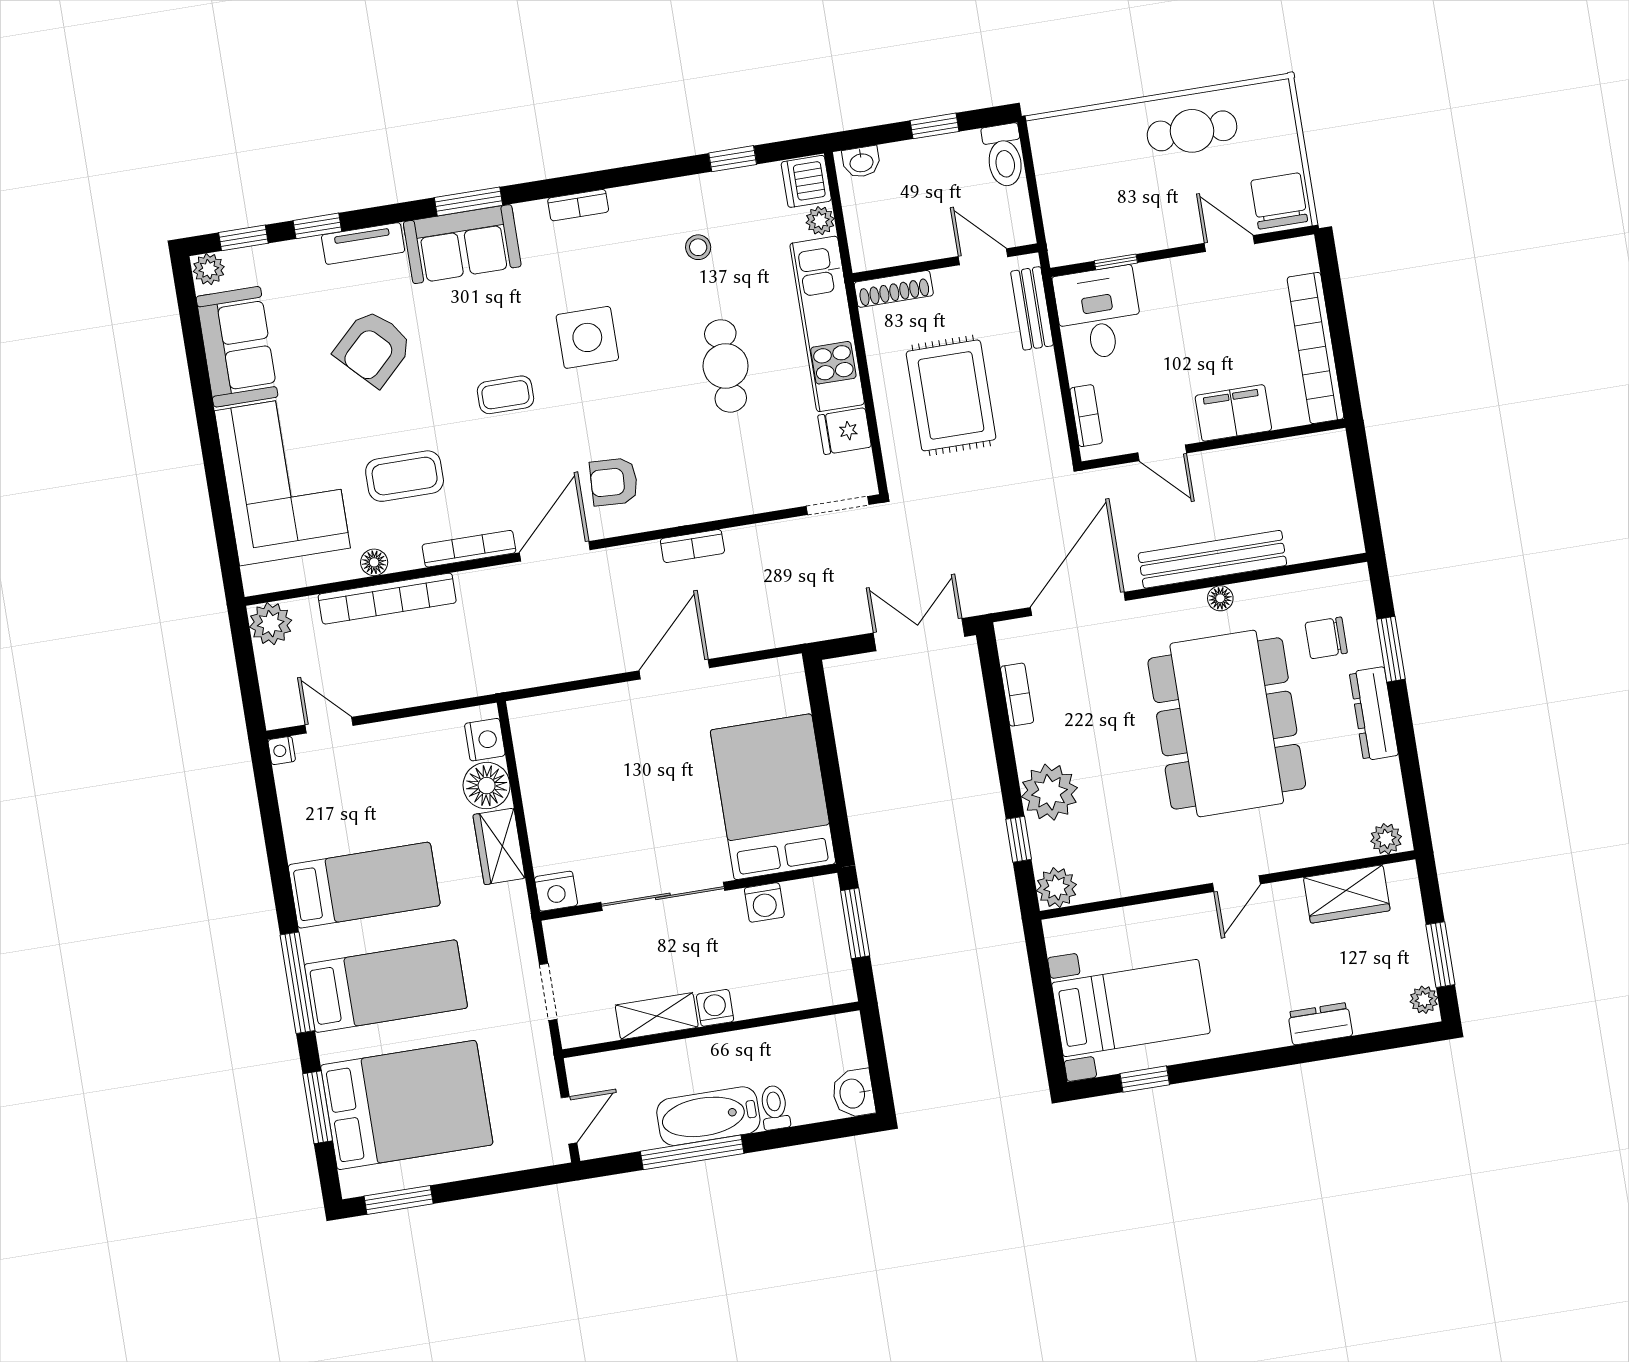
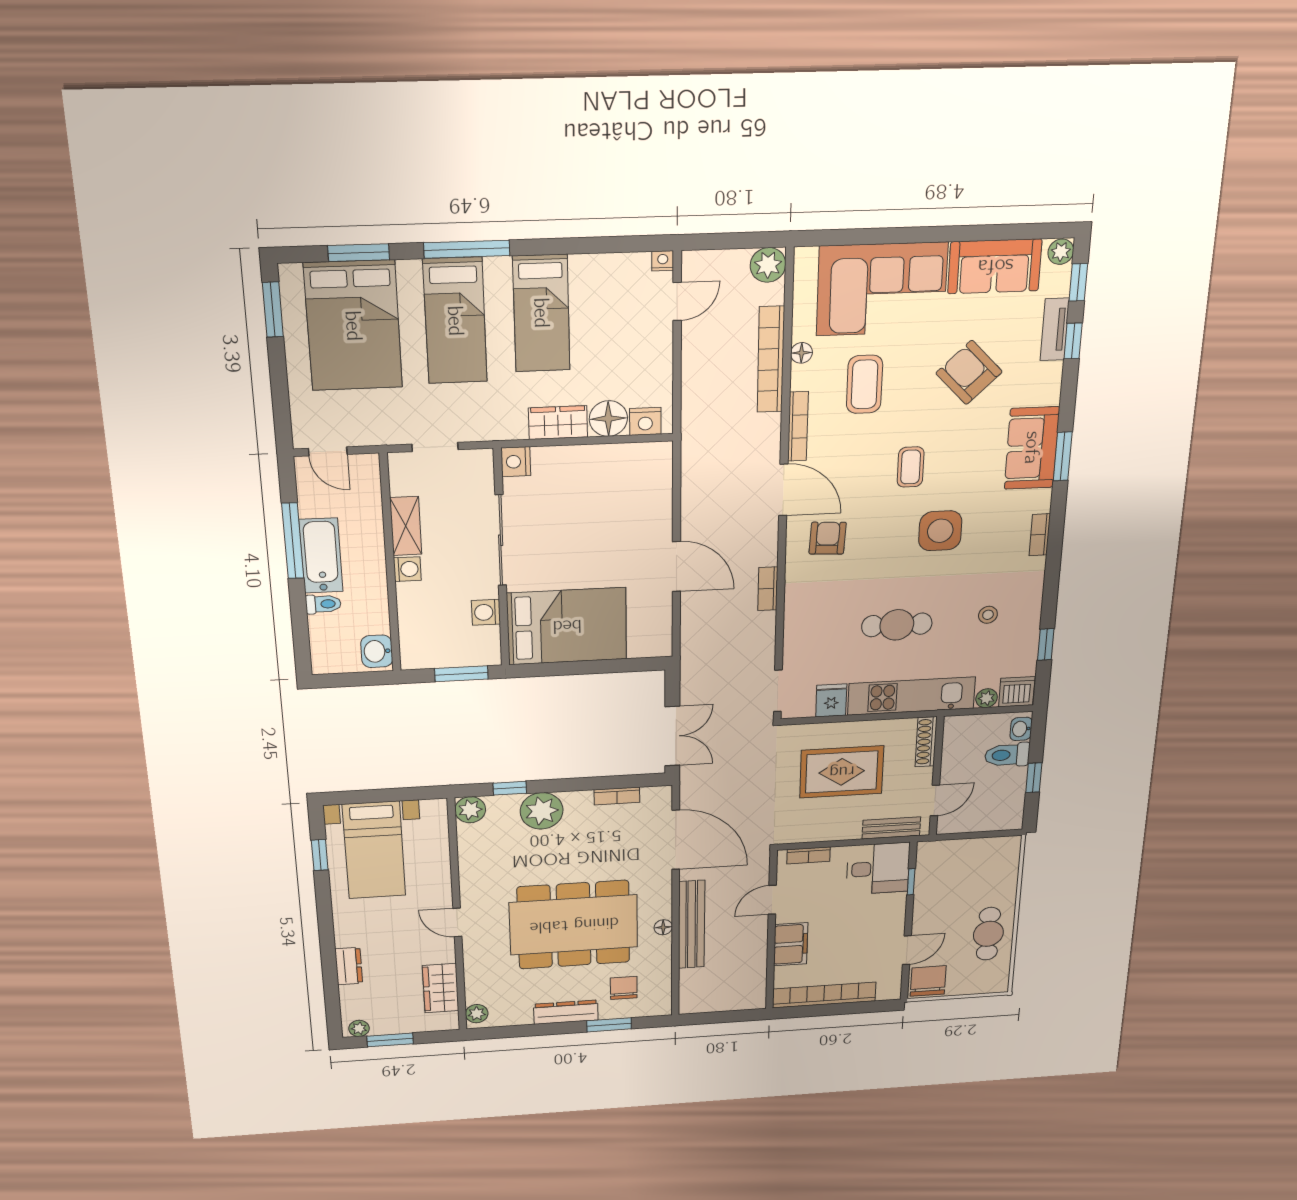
toilet: (1004, 155) -> (1007, 755), moved
chair: (1279, 201) -> (928, 981), turned -90
tv unit: (363, 244) -> (1055, 329), moved
washbasin: (853, 1093) -> (377, 651), moved, turned -90

